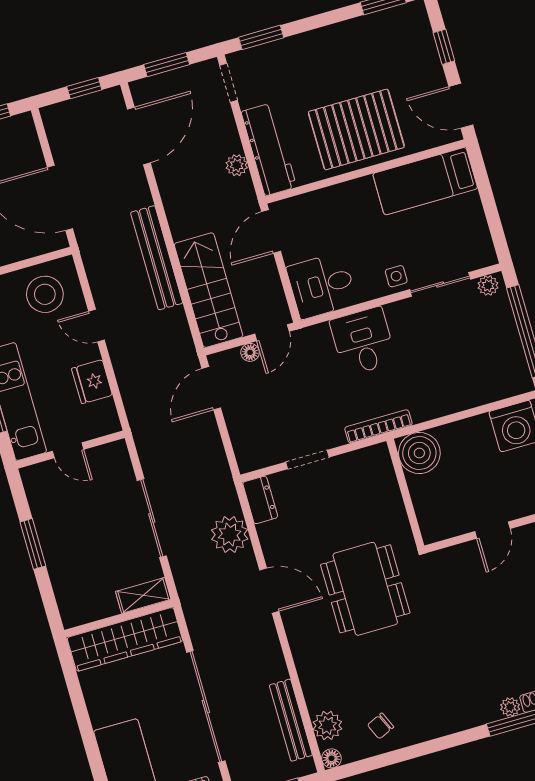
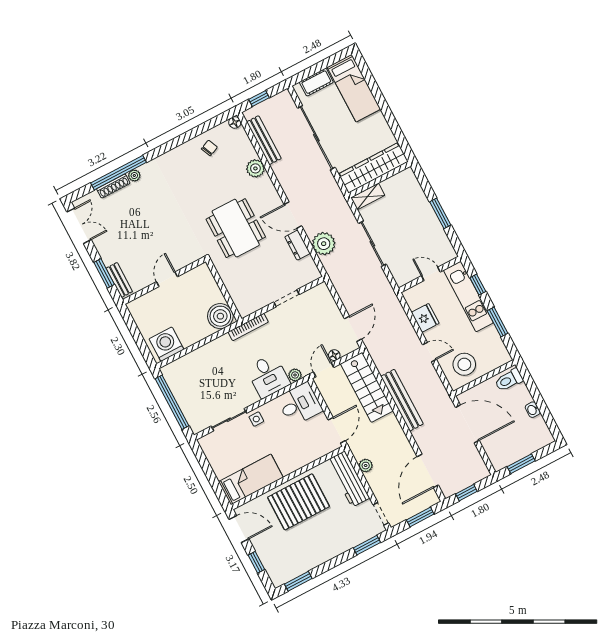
plant: (488, 285) -> (295, 375), moved
dresser: (260, 500) -> (298, 245), moved
plant: (327, 725) -> (255, 168), moved

